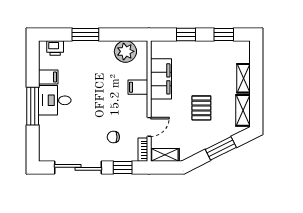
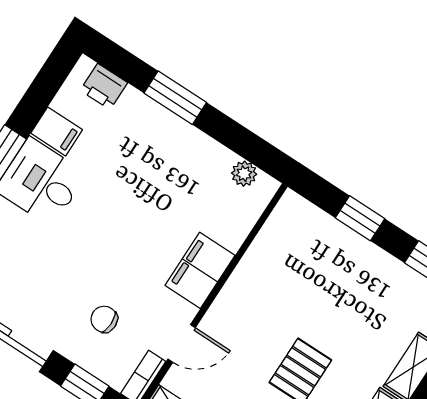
plant: (125, 51) -> (244, 174), width x0.53, depth x0.53
filing cabinet: (161, 79) -> (261, 270), removed
filing cabinet: (138, 87) -> (200, 270), width x2.00

